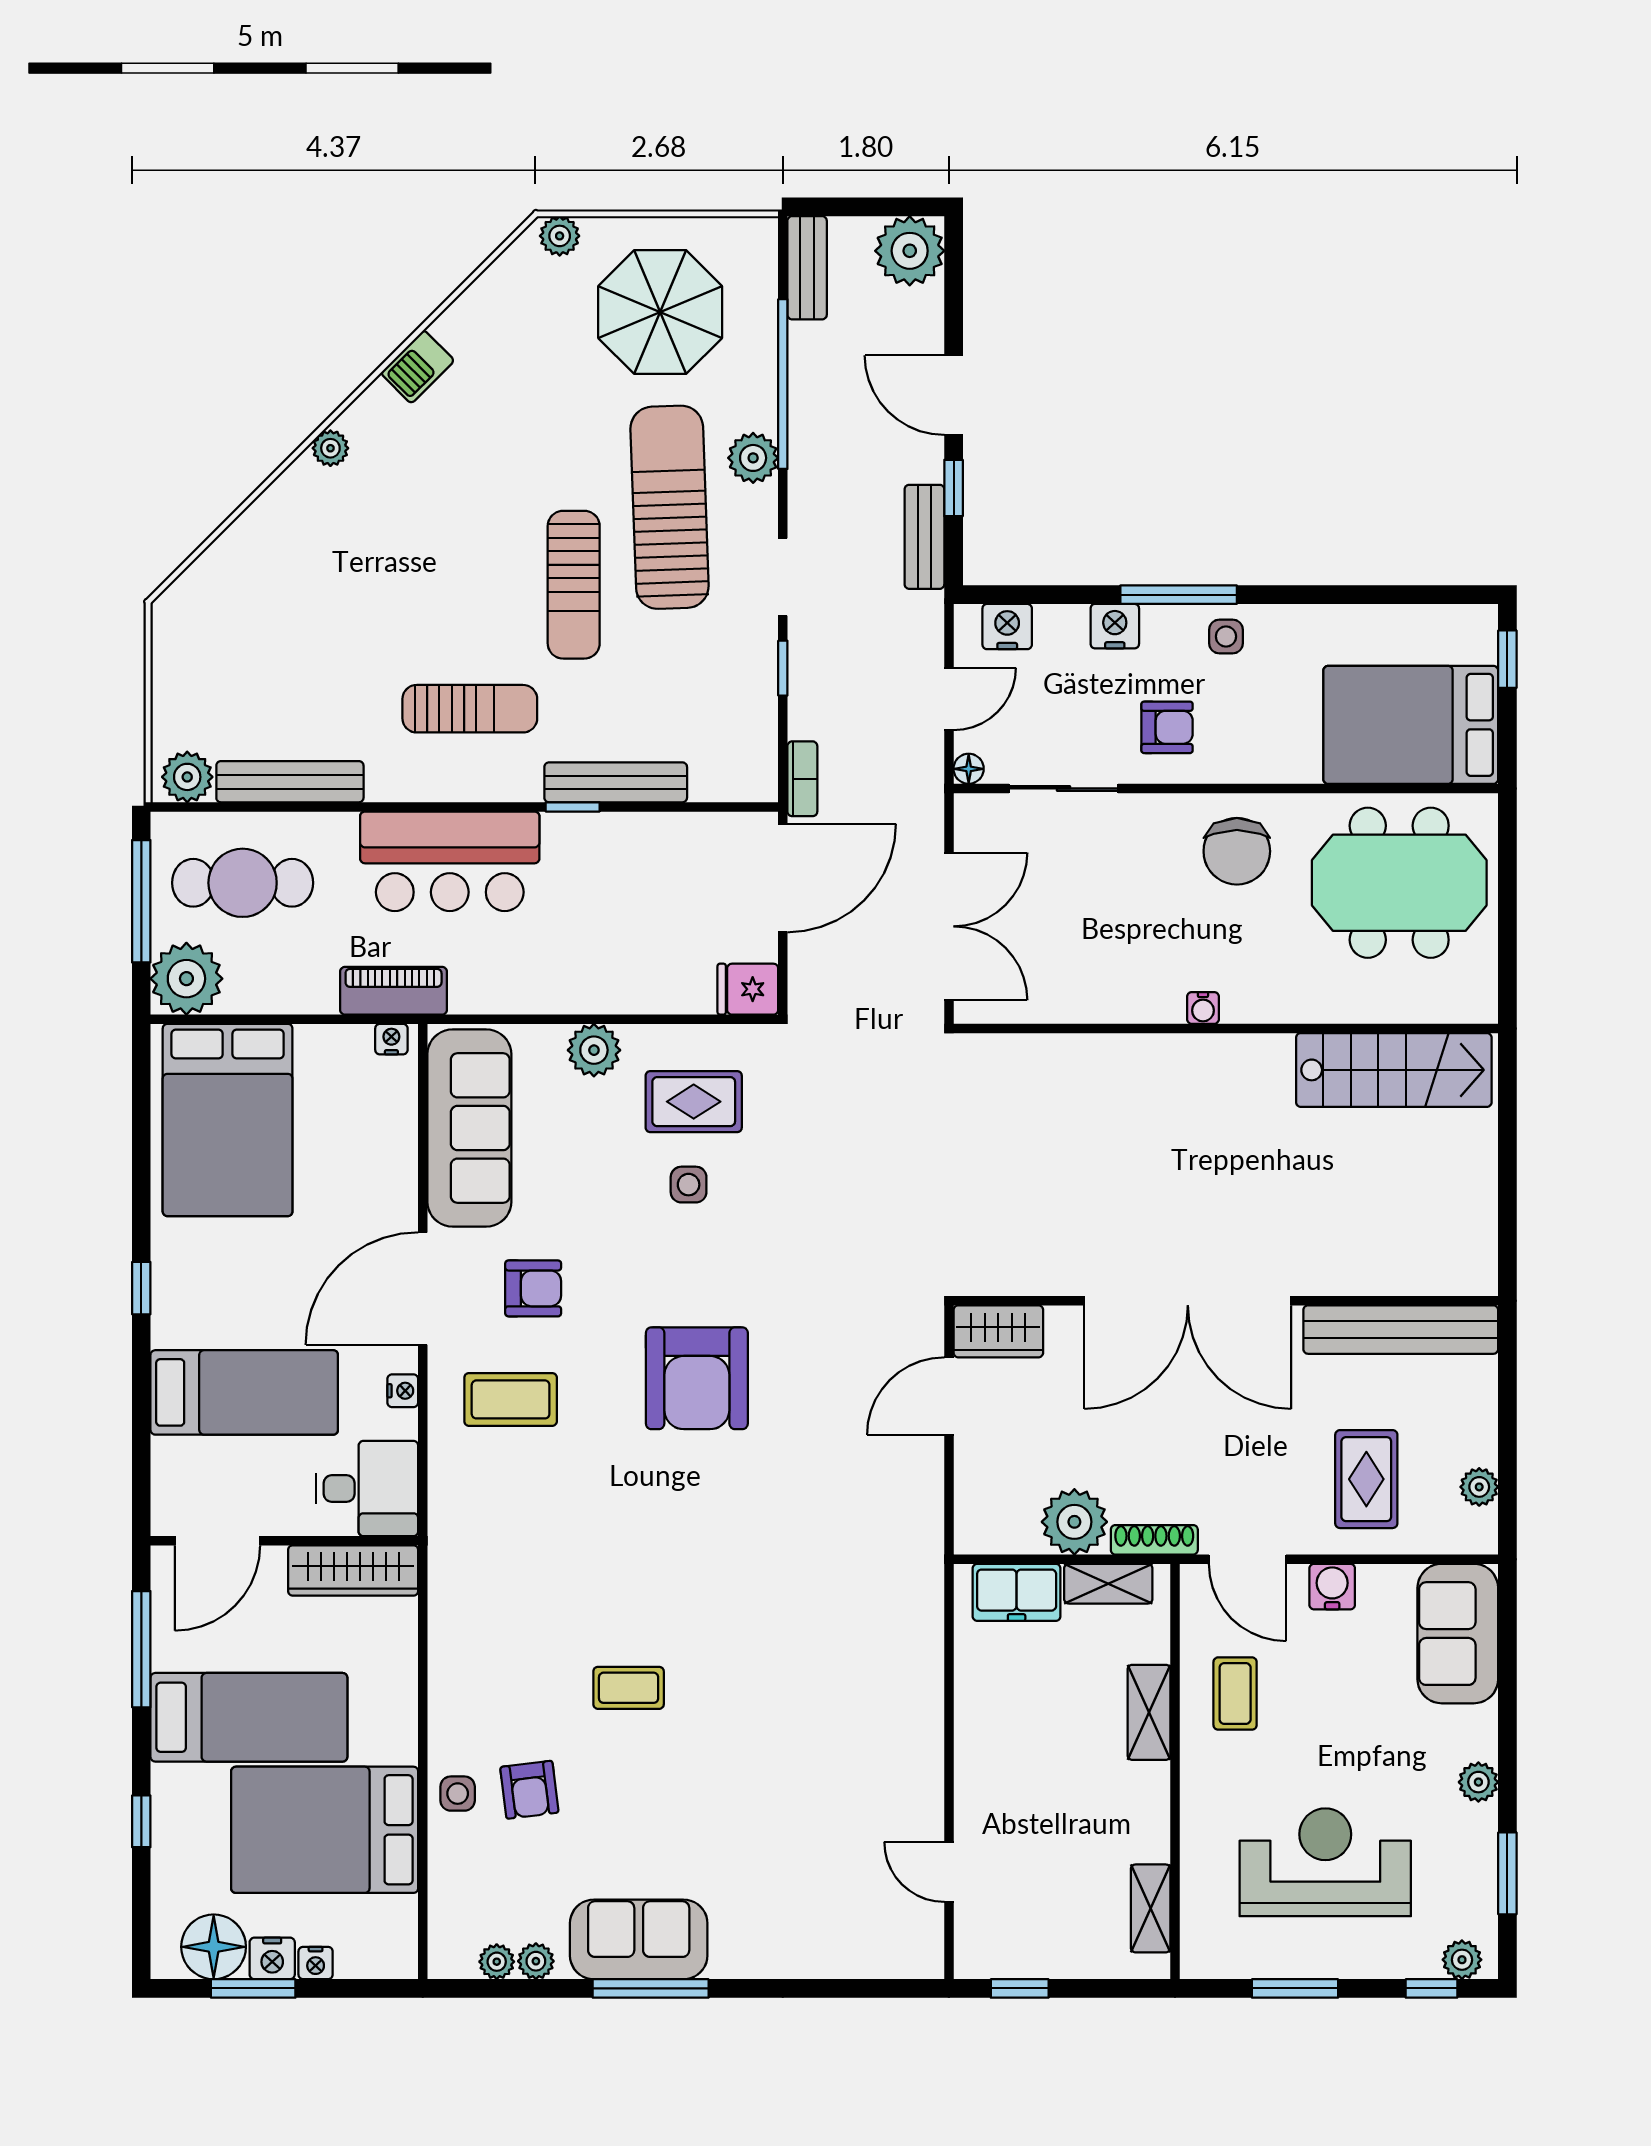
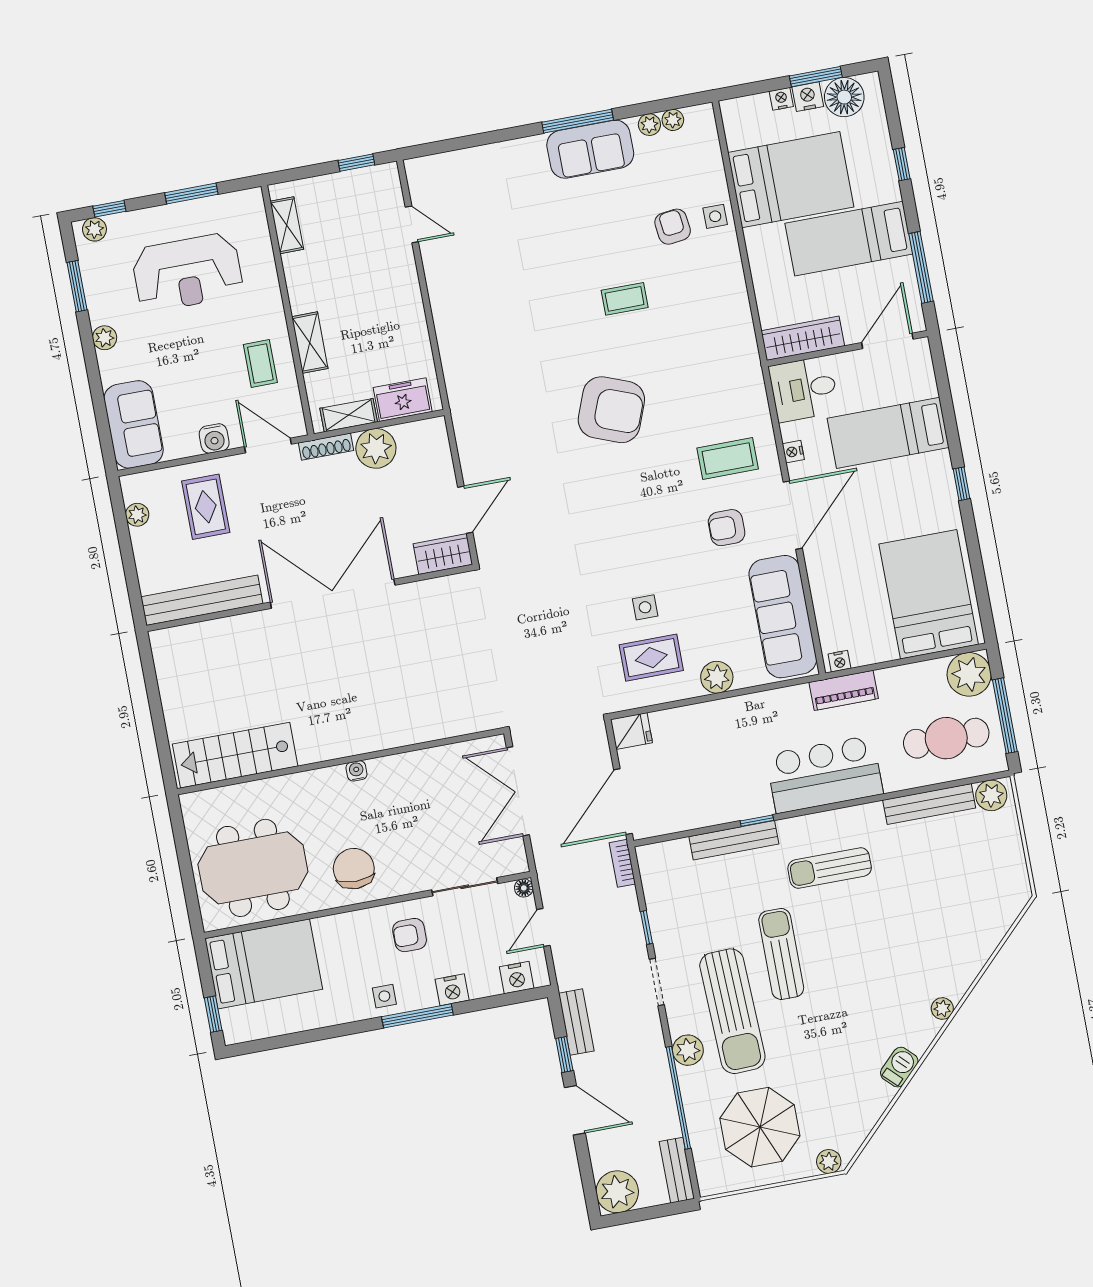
armchair: (697, 1378) -> (611, 410), moved, turned 111

